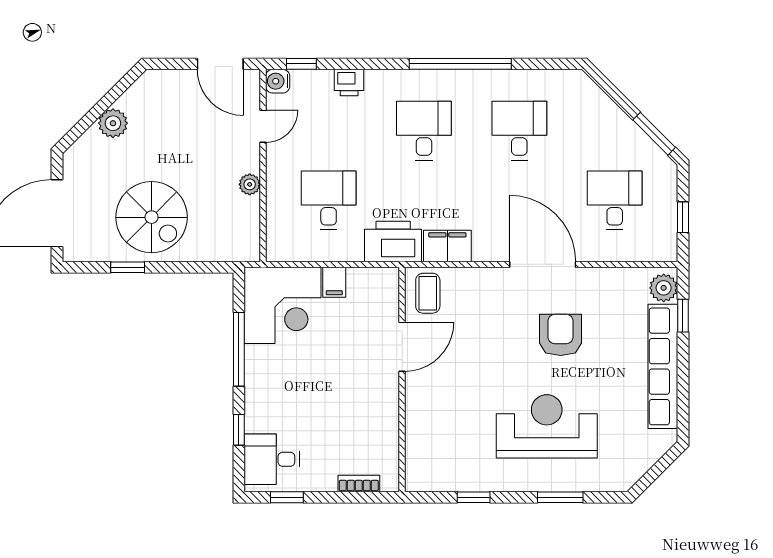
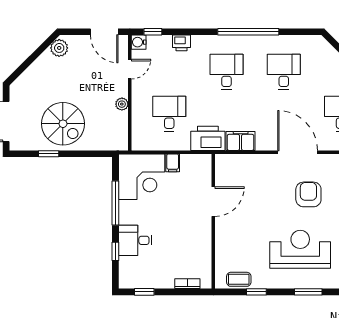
plant: (113, 123) -> (59, 48), moved
coffee table: (428, 293) -> (239, 279), moved, turned 90
desk: (272, 459) -> (135, 240), moved

